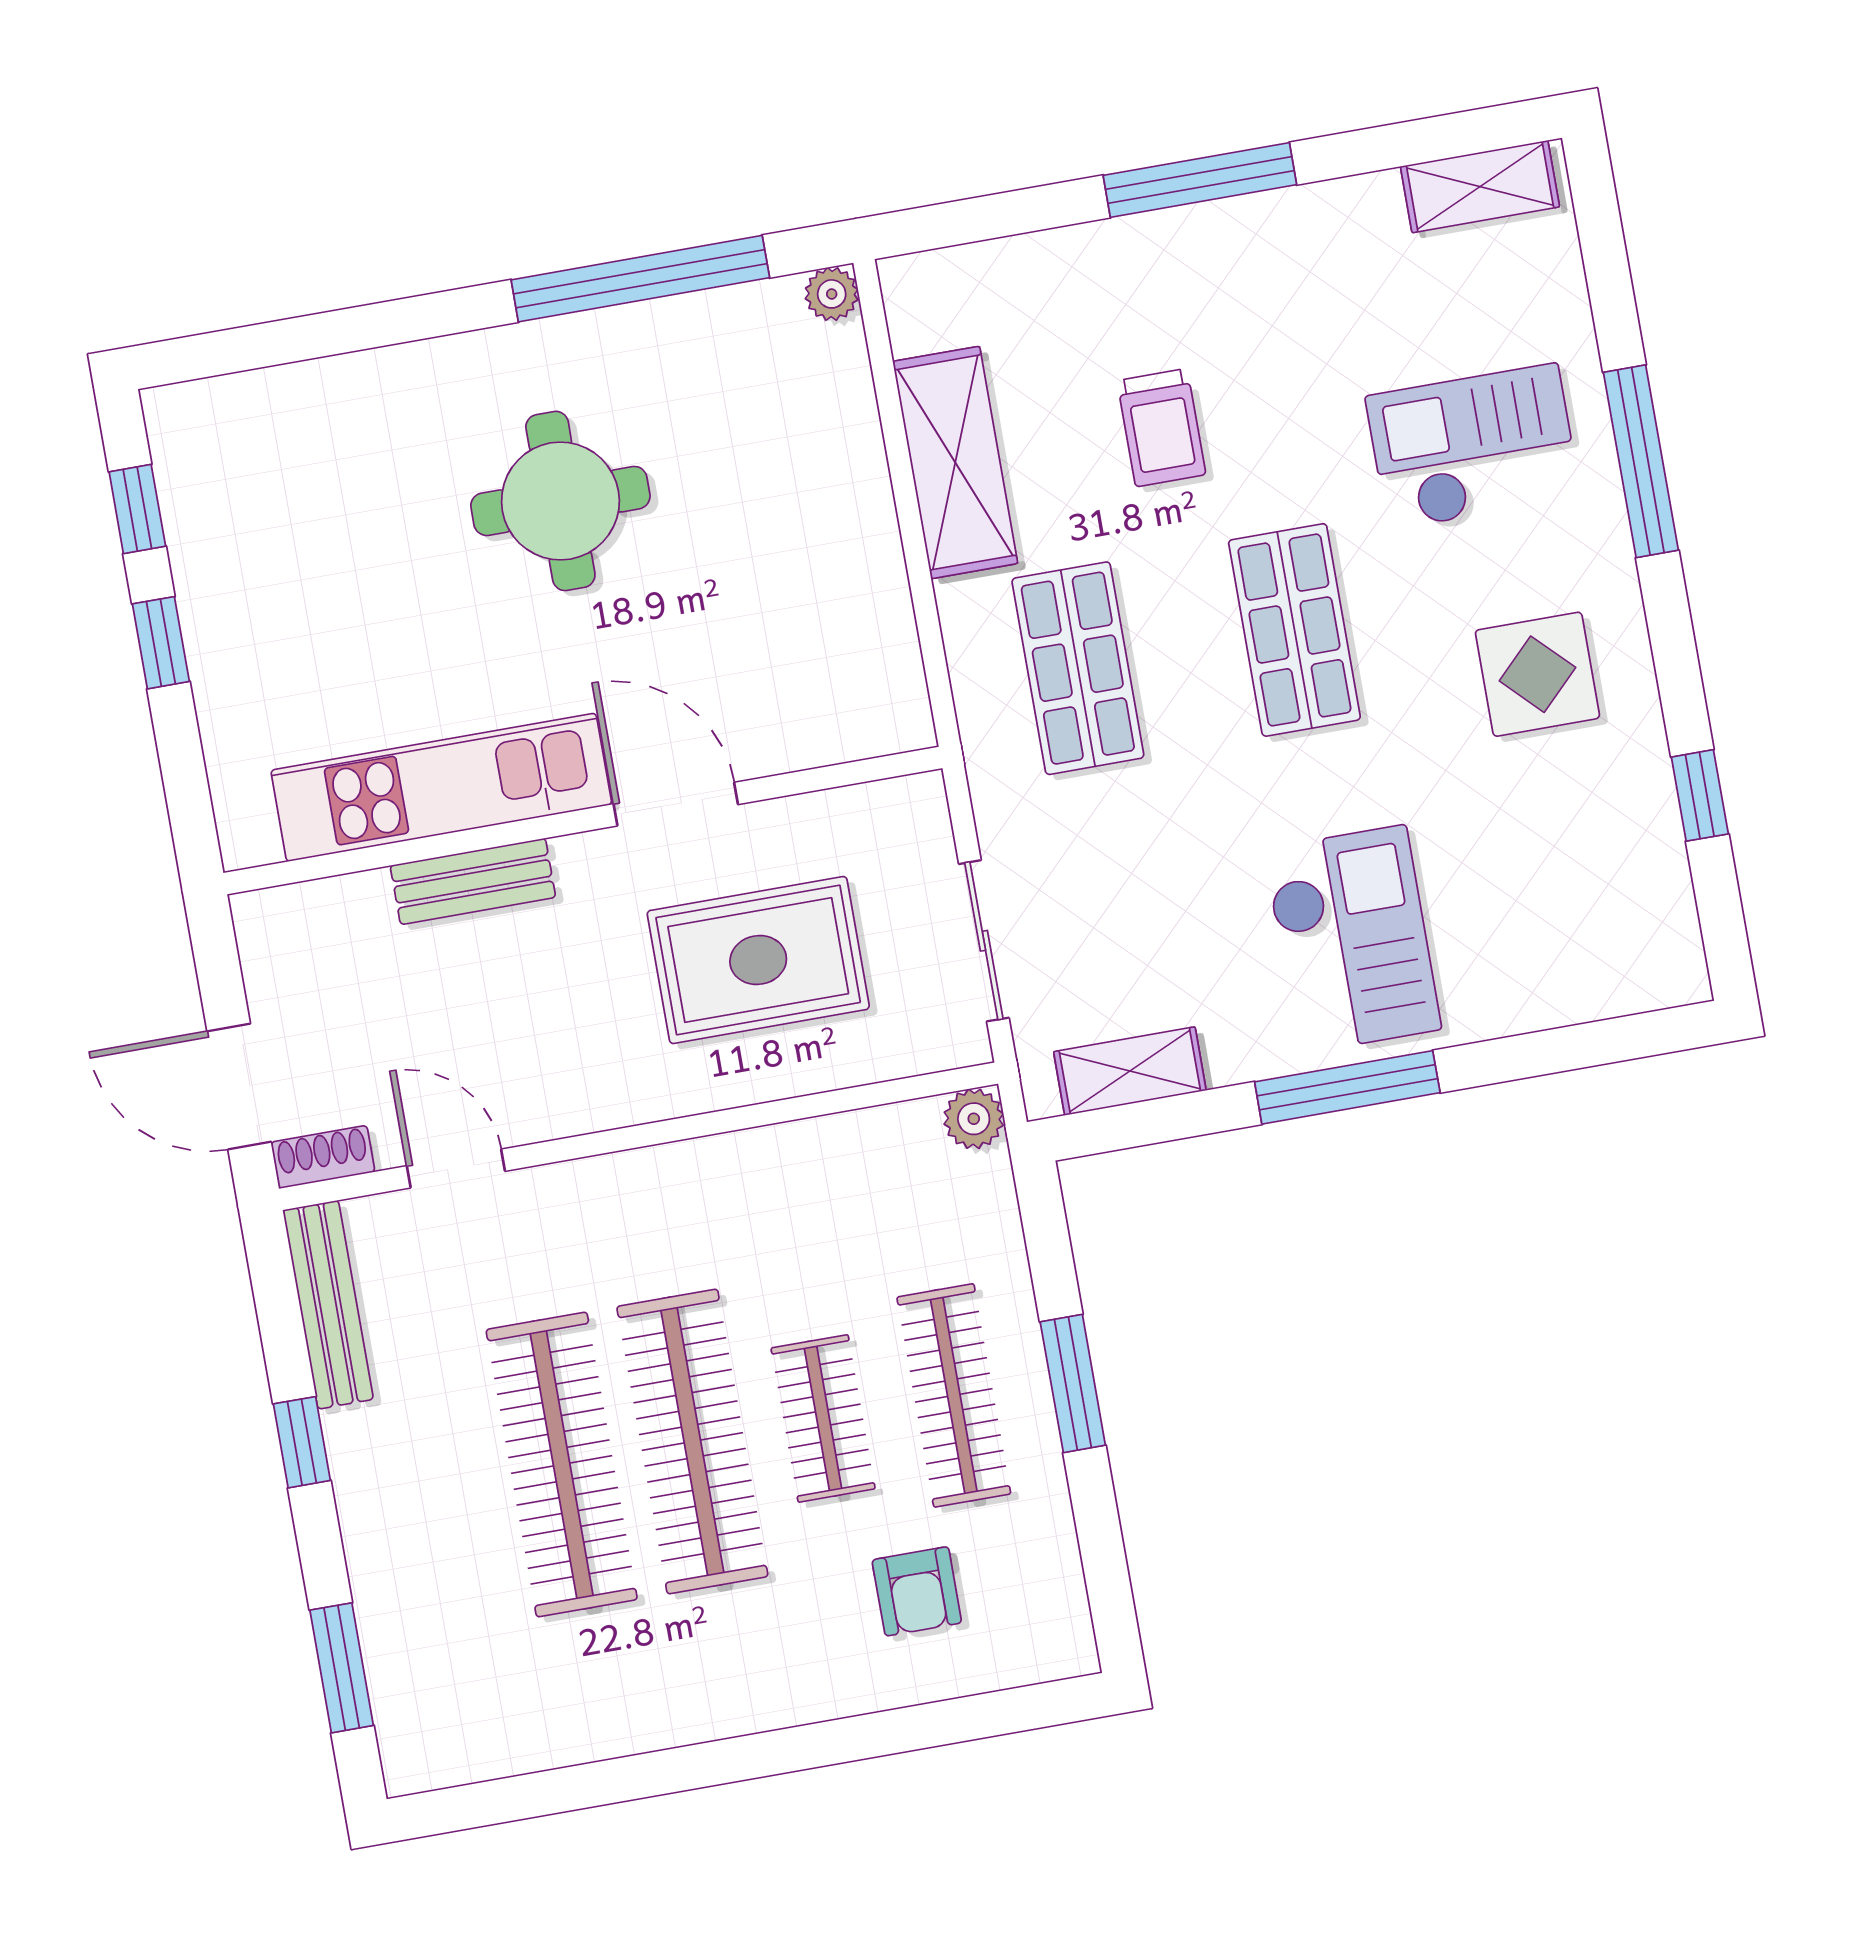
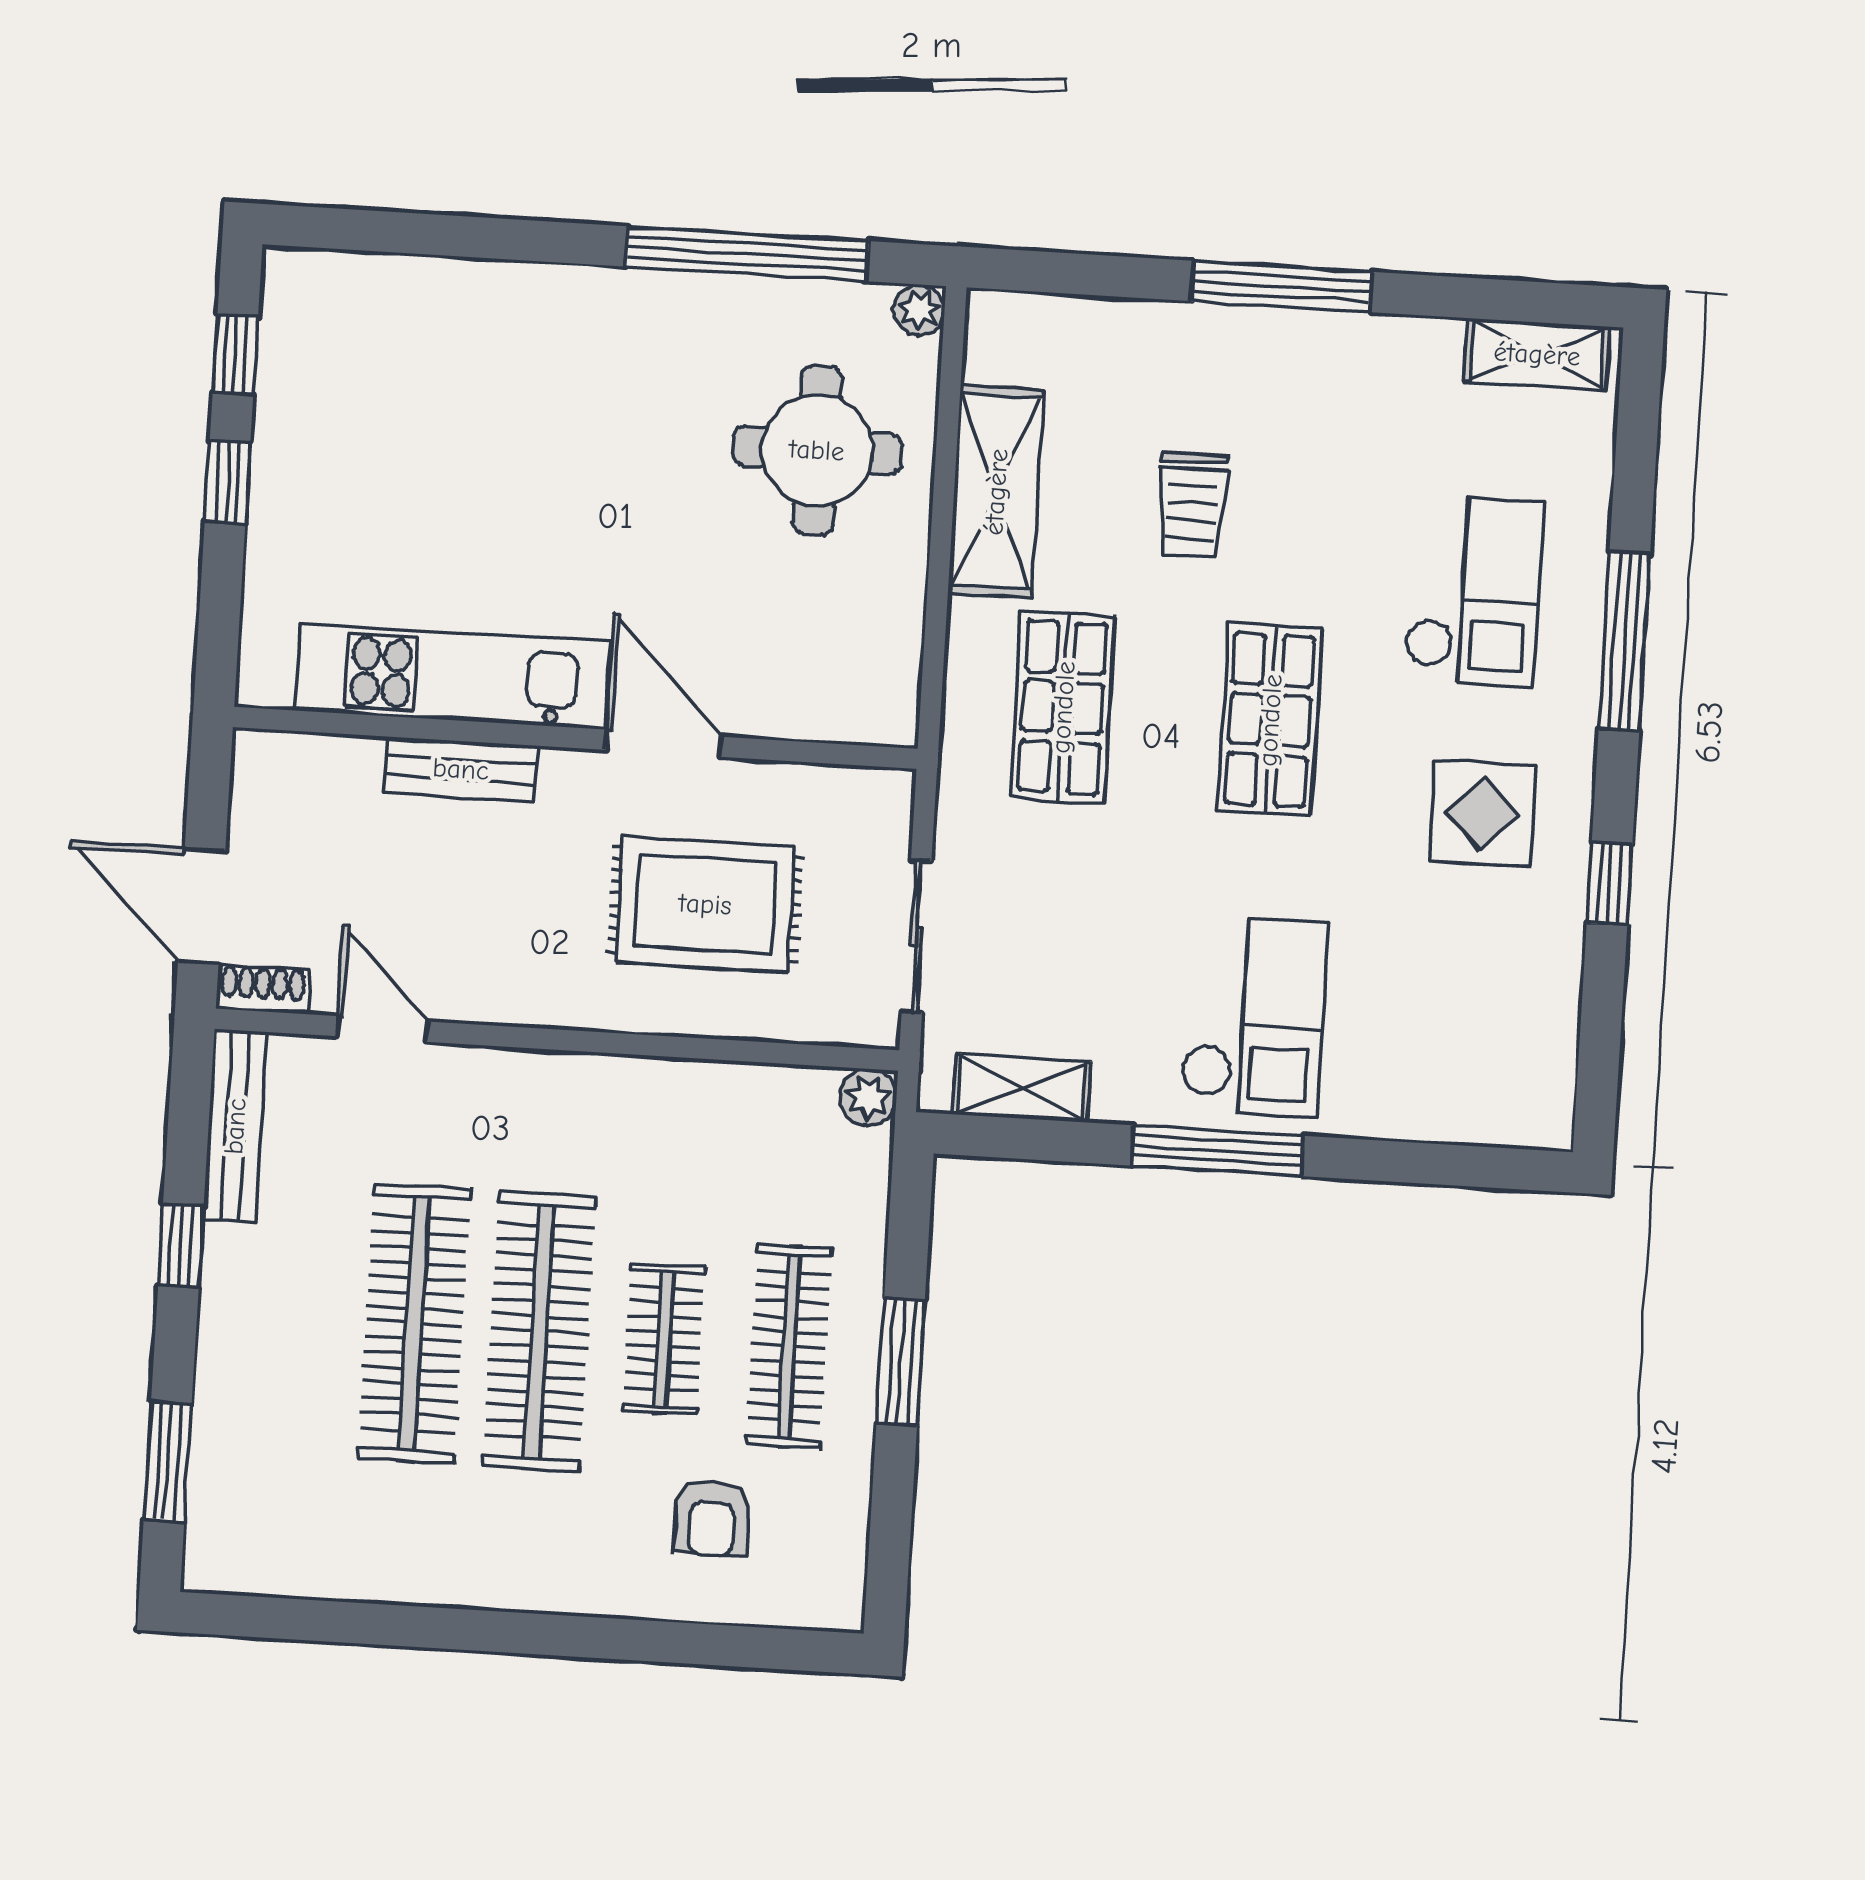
checkout: (1473, 447) -> (1474, 591), turned 90
round table: (560, 501) -> (817, 450), moved
window: (1700, 795) -> (1610, 884), moved

